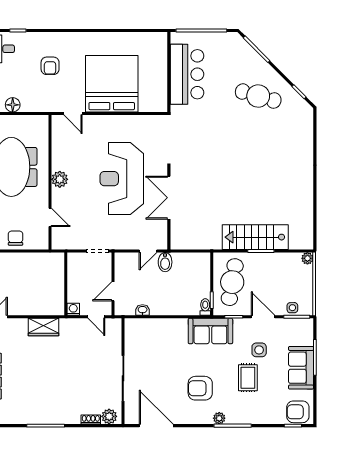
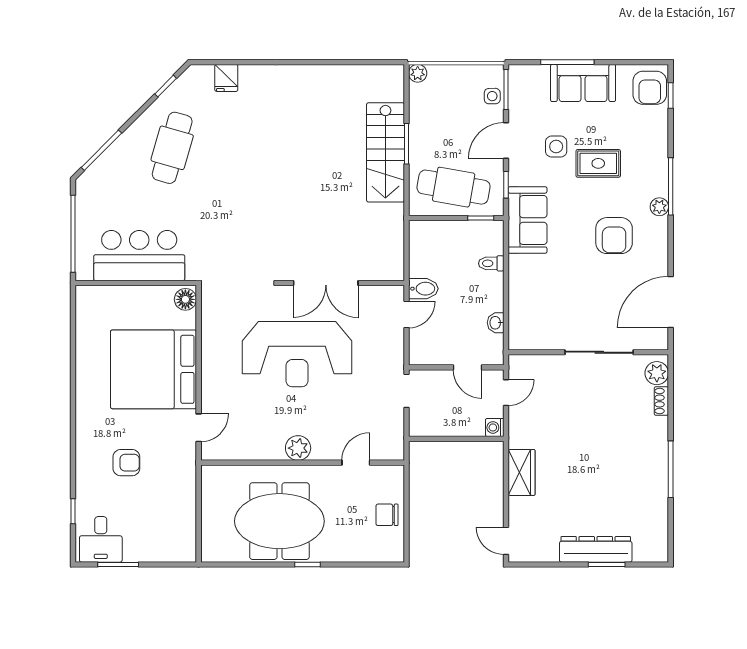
floor lamp: (13, 105) -> (185, 299), moved
fridge: (304, 132) -> (226, 78), added
door: (148, 251) -> (406, 315), hinge flipped
toilet: (205, 307) -> (491, 263), moved

